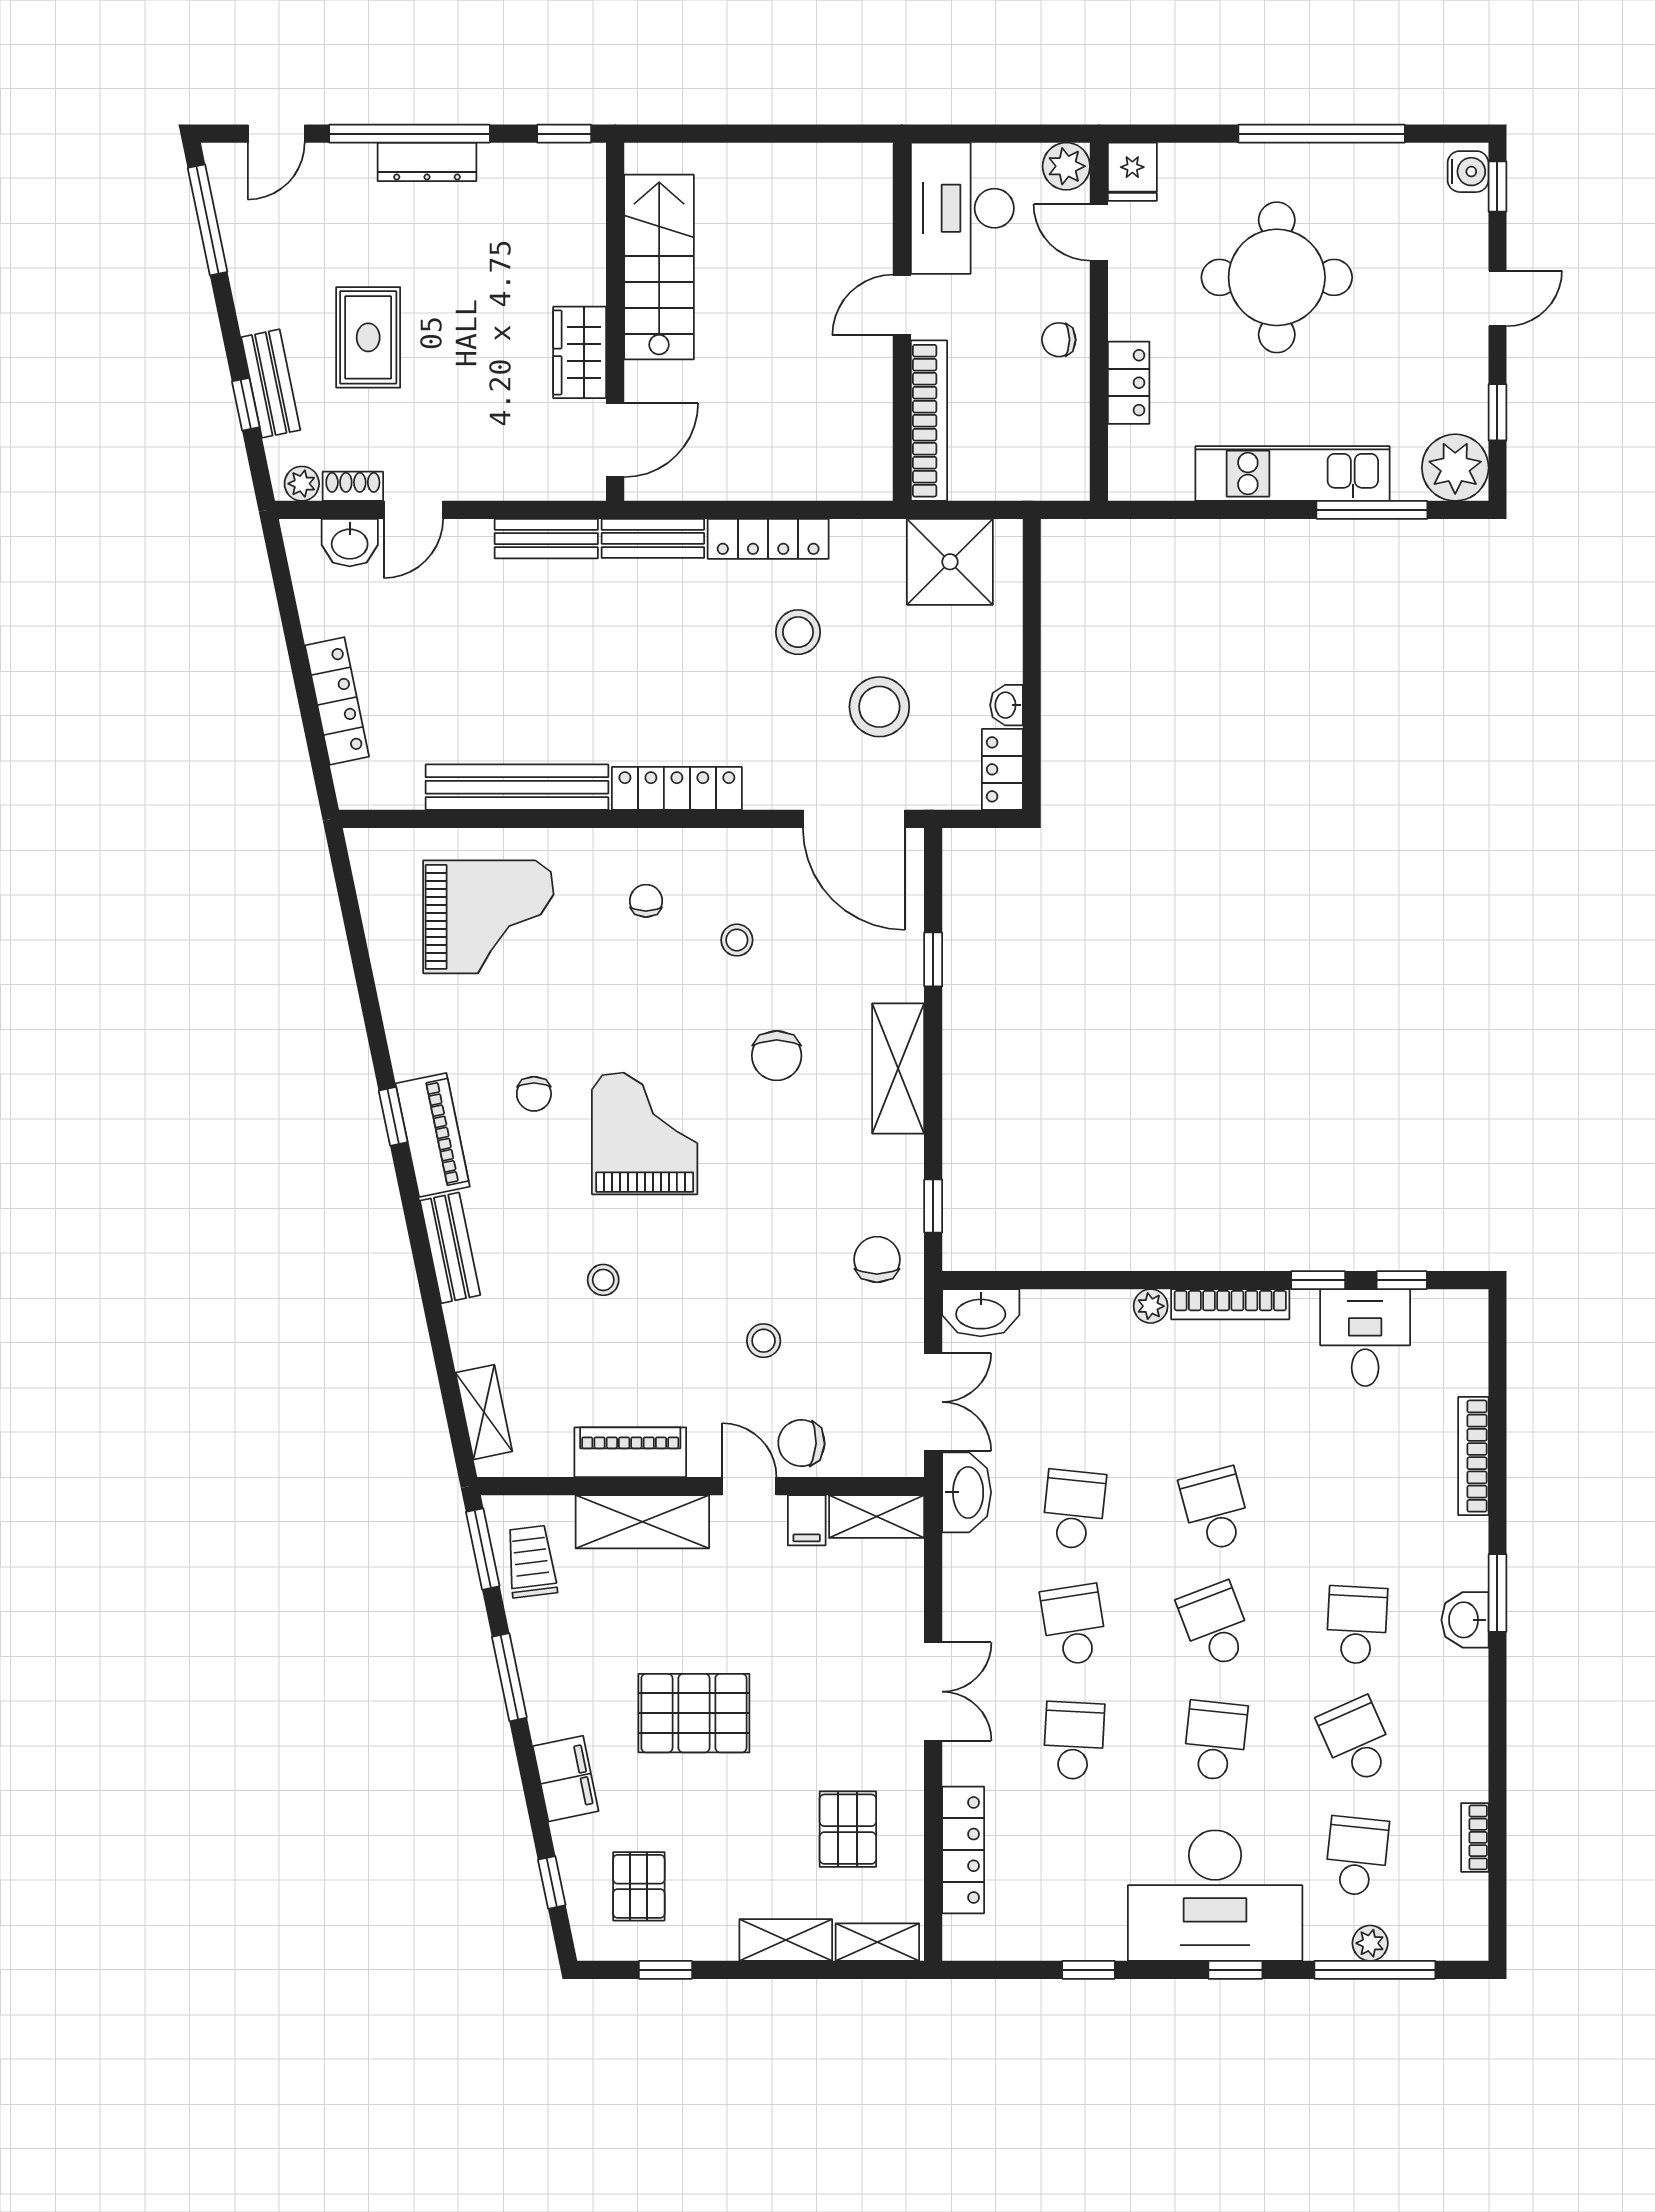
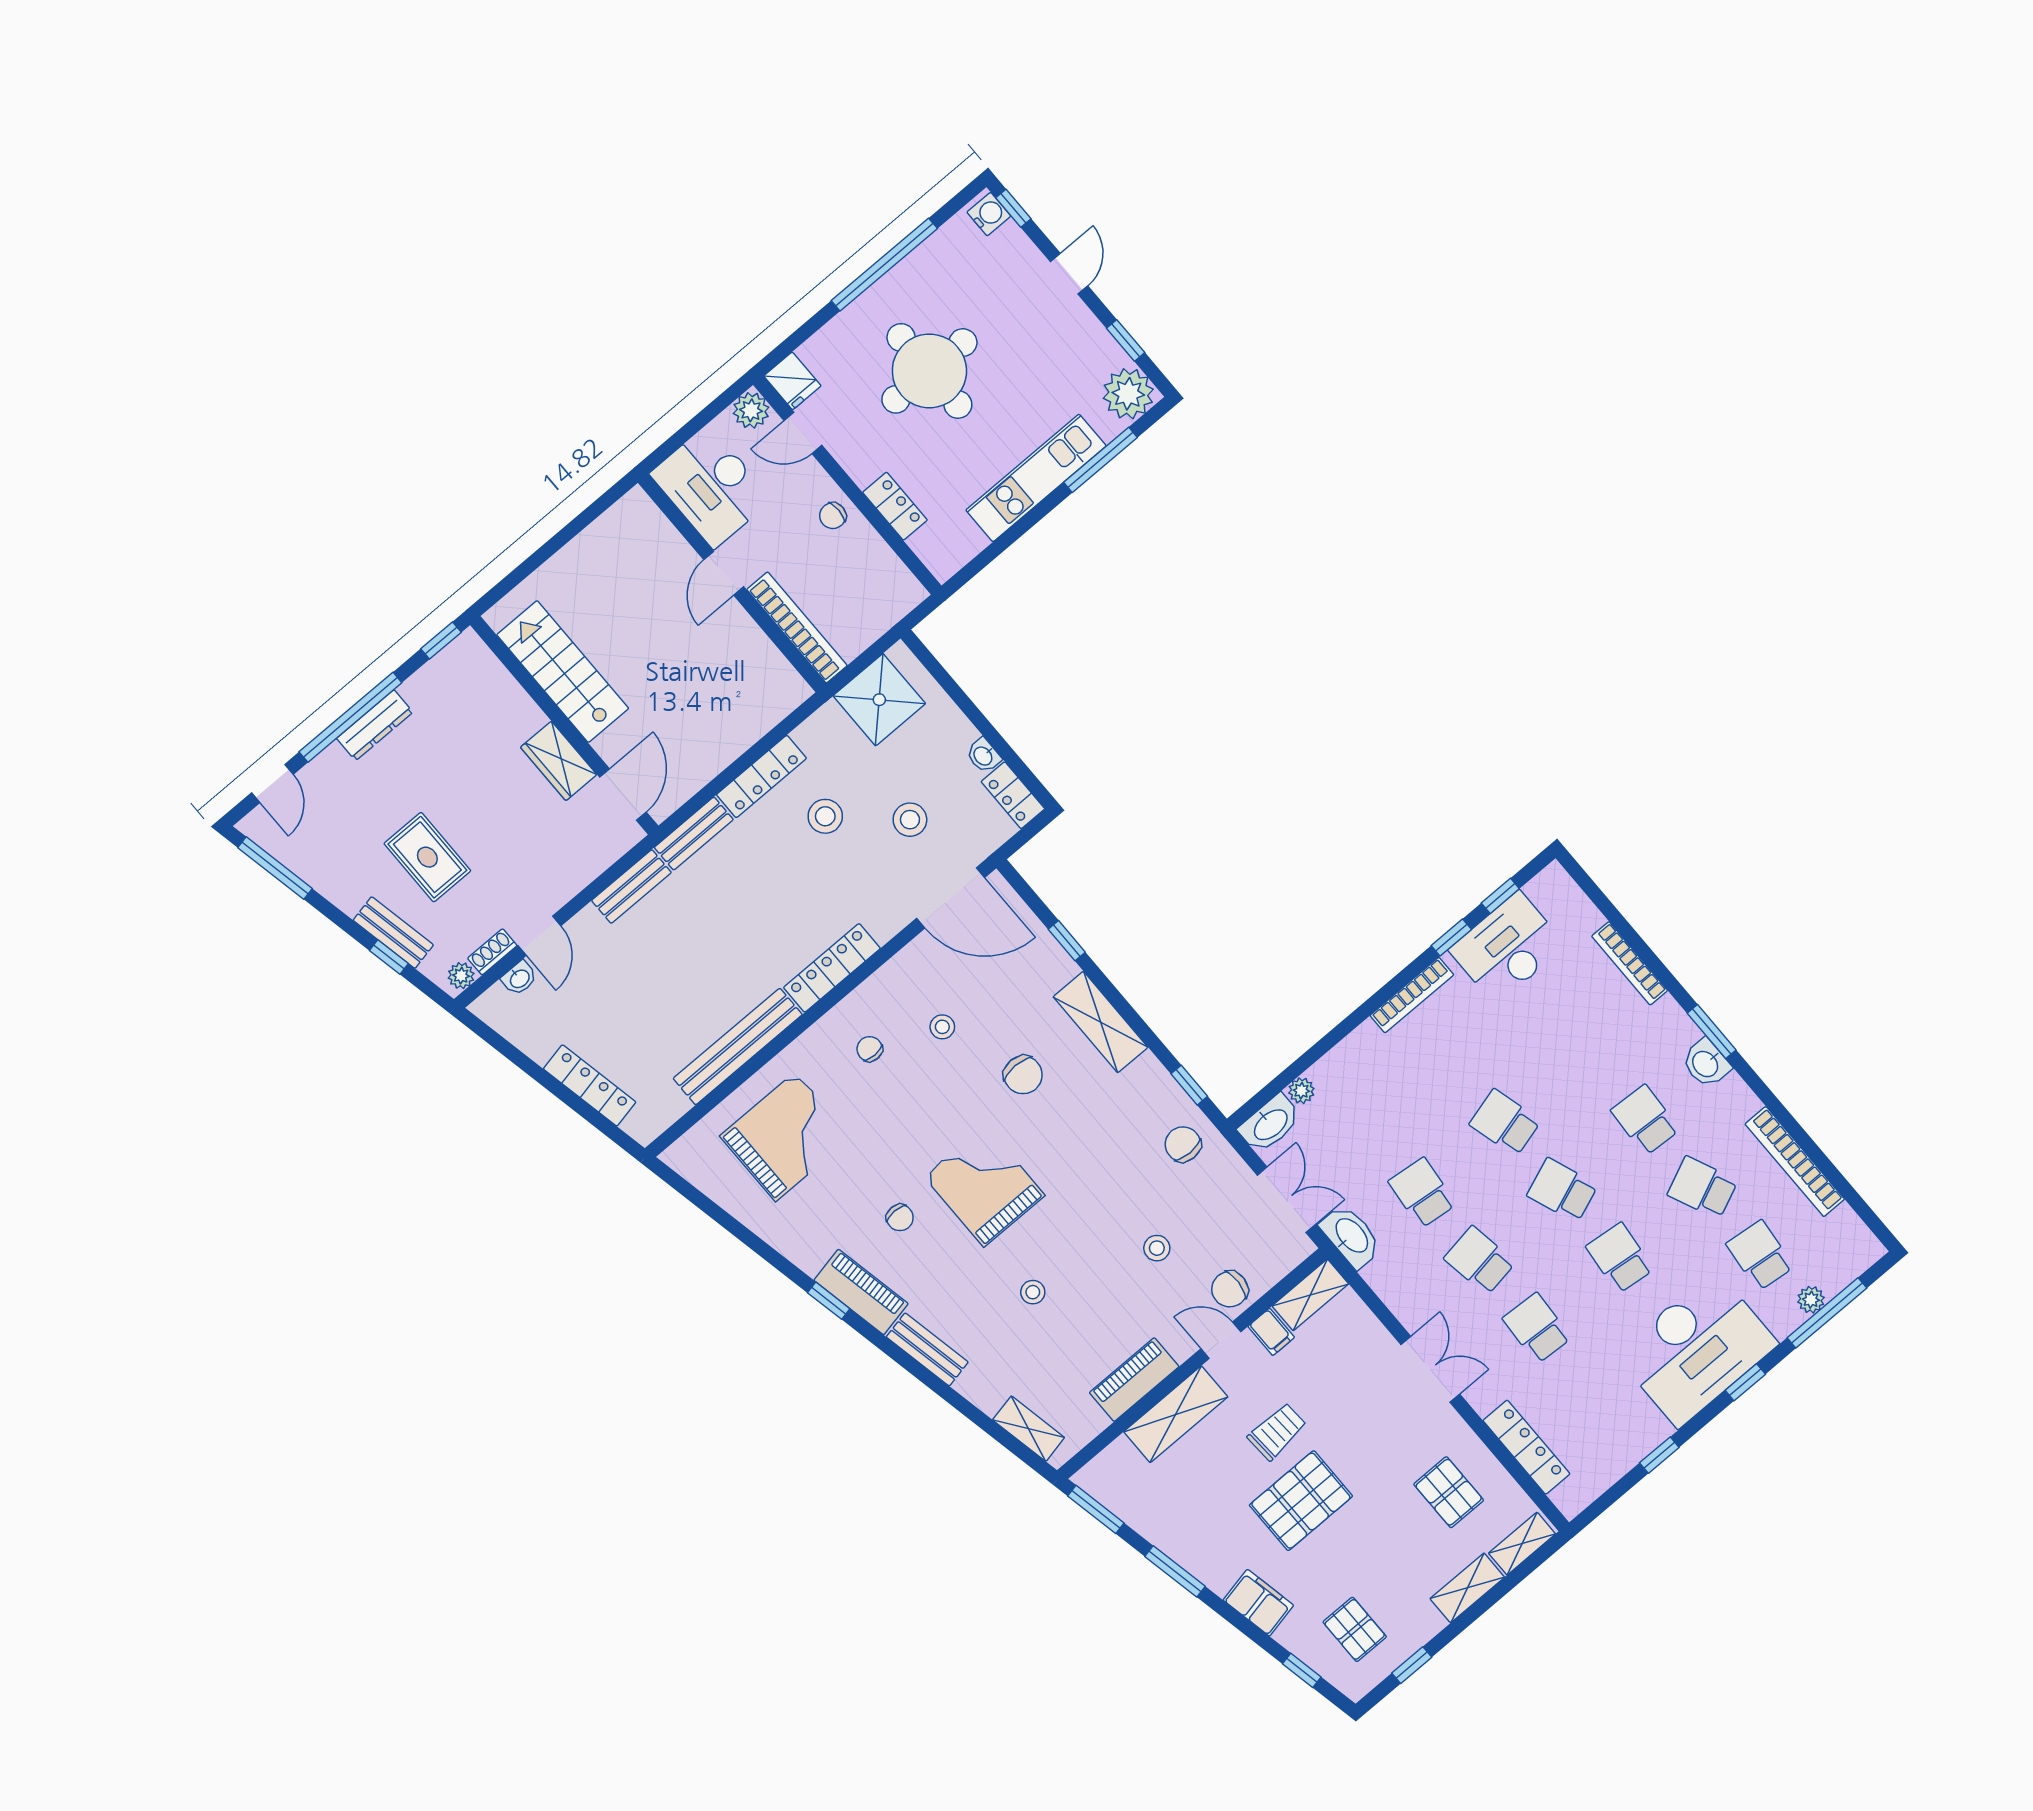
washbasin: (350, 543) -> (519, 978), width x0.72, depth x0.69
stool: (879, 707) -> (910, 820), width x0.73, depth x0.73
plant: (1151, 1306) -> (1301, 1091), moved
desk: (1365, 1338) -> (1507, 948), width x1.37
trolley: (531, 1562) -> (1277, 1432), moved, turned 94
bookcase: (1475, 1837) -> (1795, 1162), width x2.31, depth x1.31

